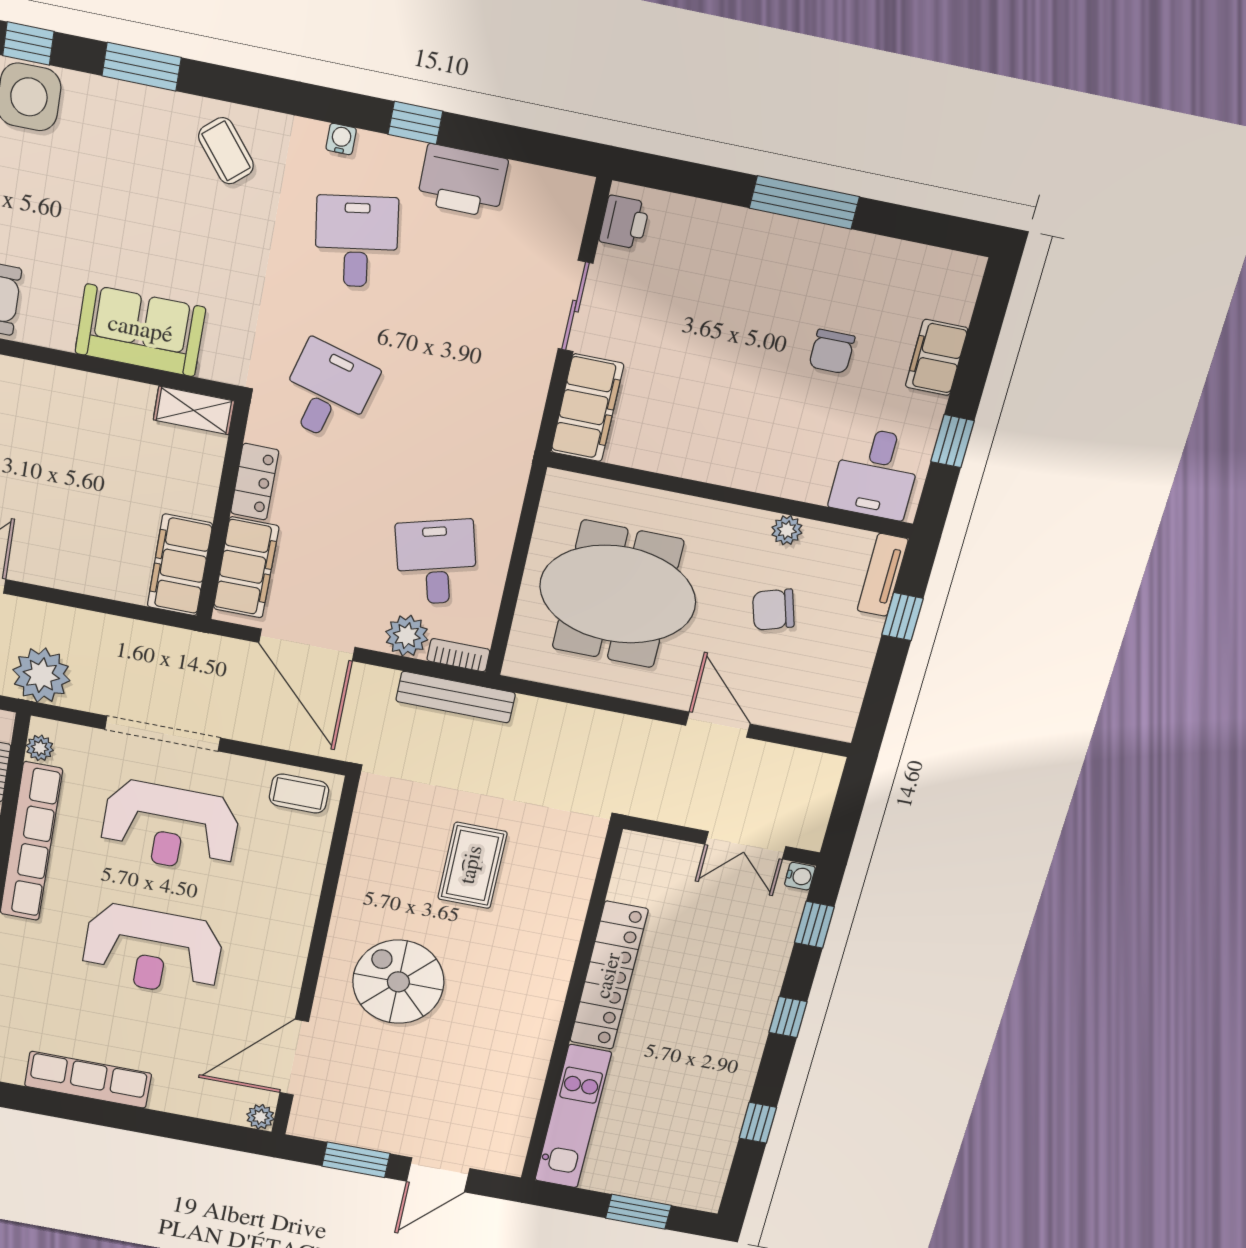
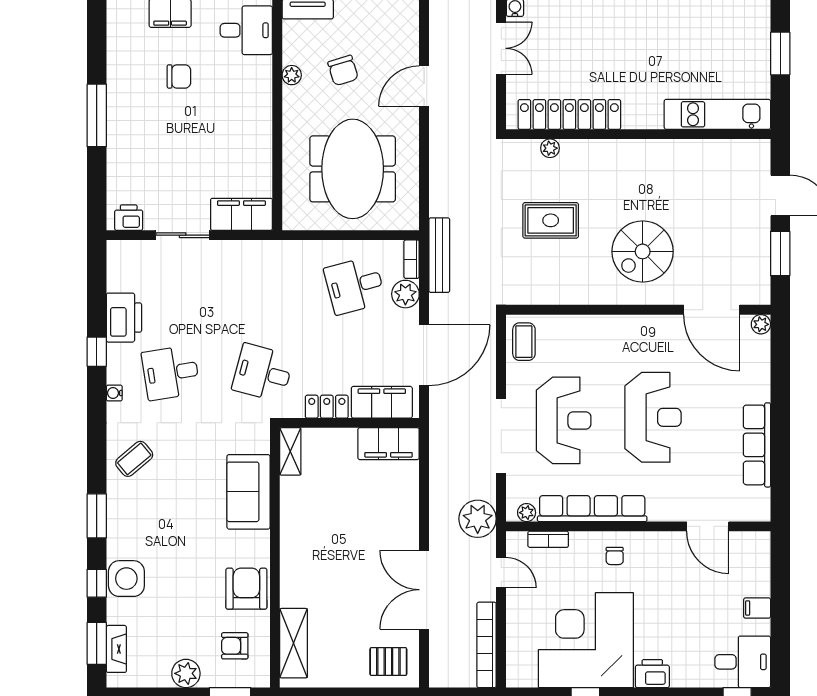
plant: (580, 885) -> (550, 148), added
locker: (609, 976) -> (569, 114), moved

